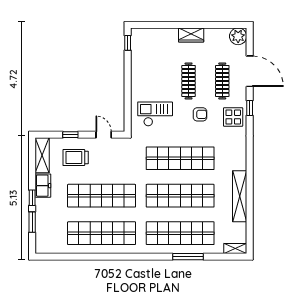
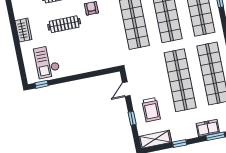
checkout: (155, 114) -> (47, 62), moved
freezer: (43, 186) -> (208, 128), moved
window: (32, 198) -> (180, 144), moved

